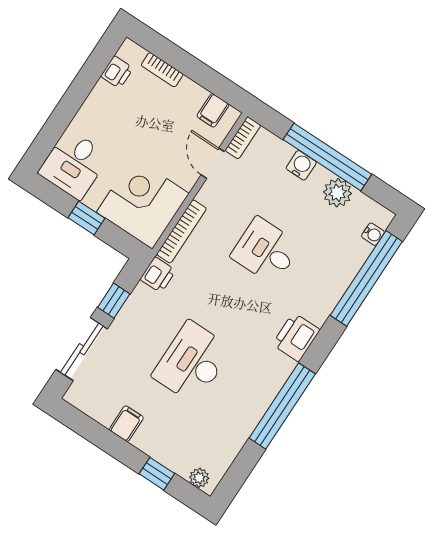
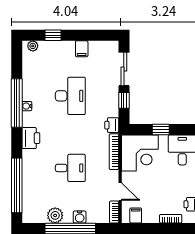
water cooler: (373, 234) -> (27, 106), moved

